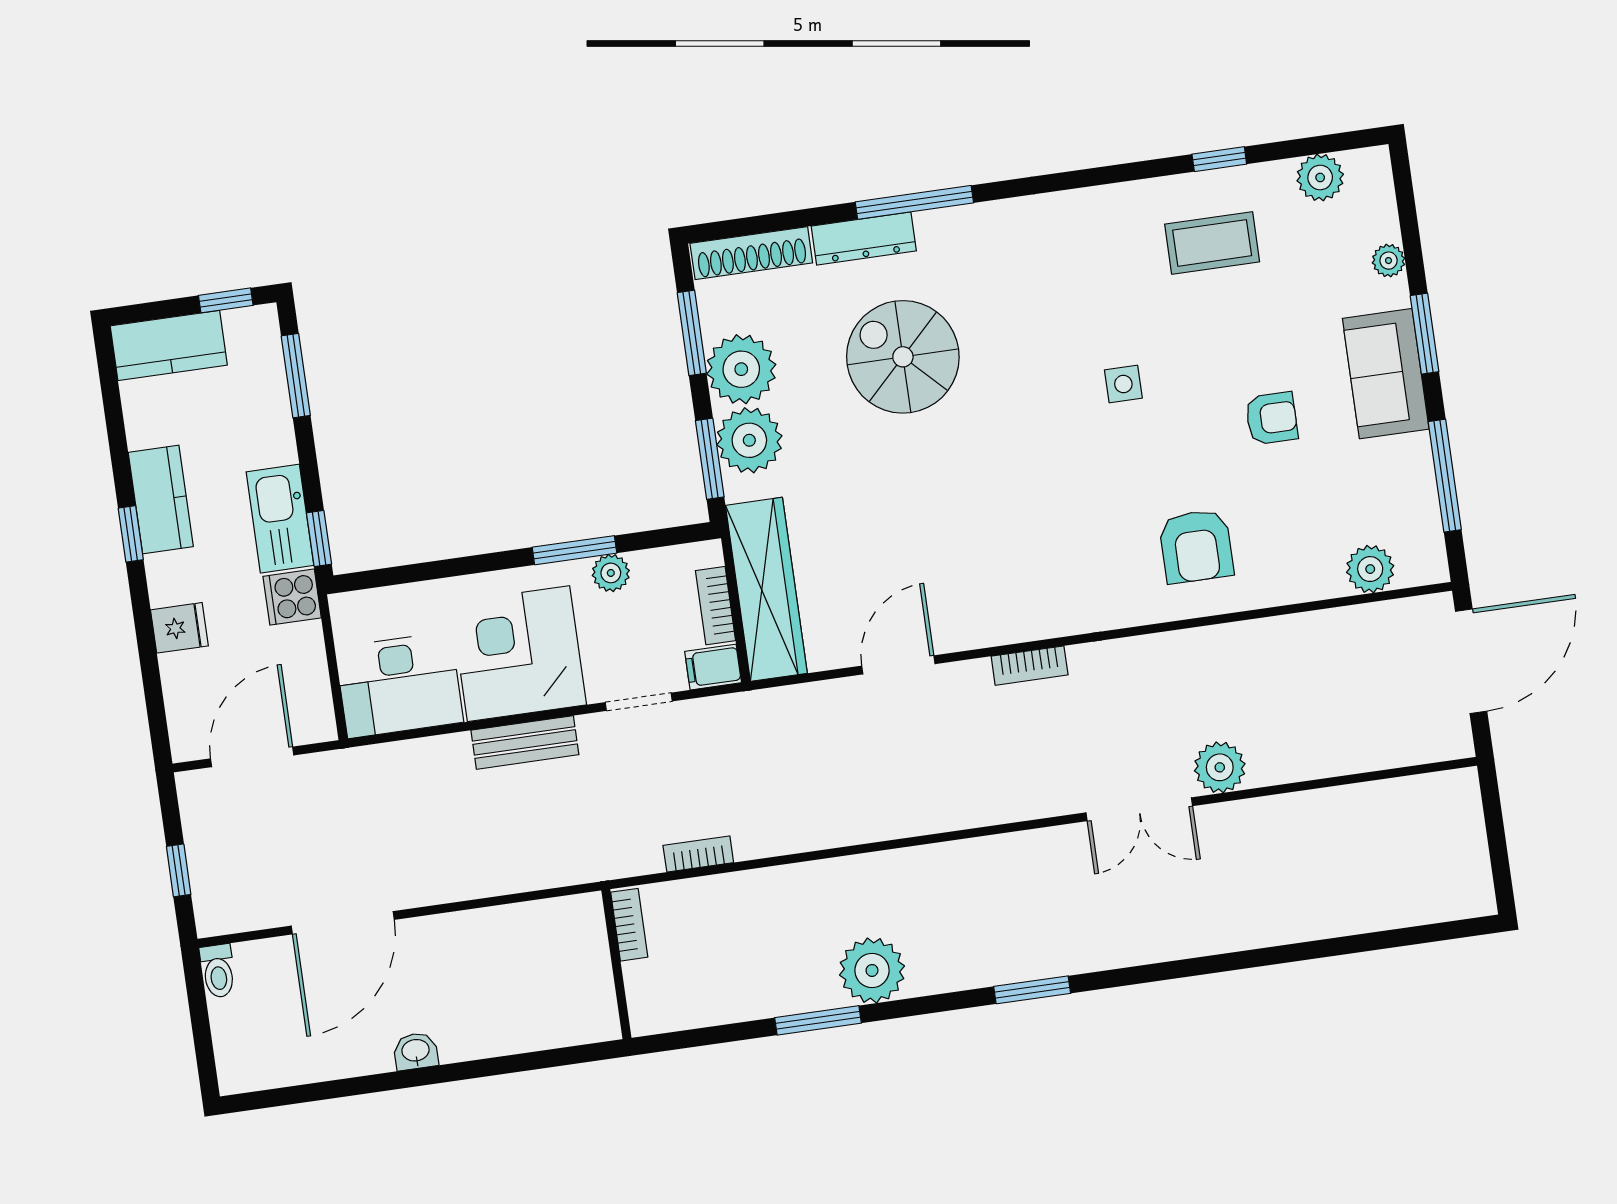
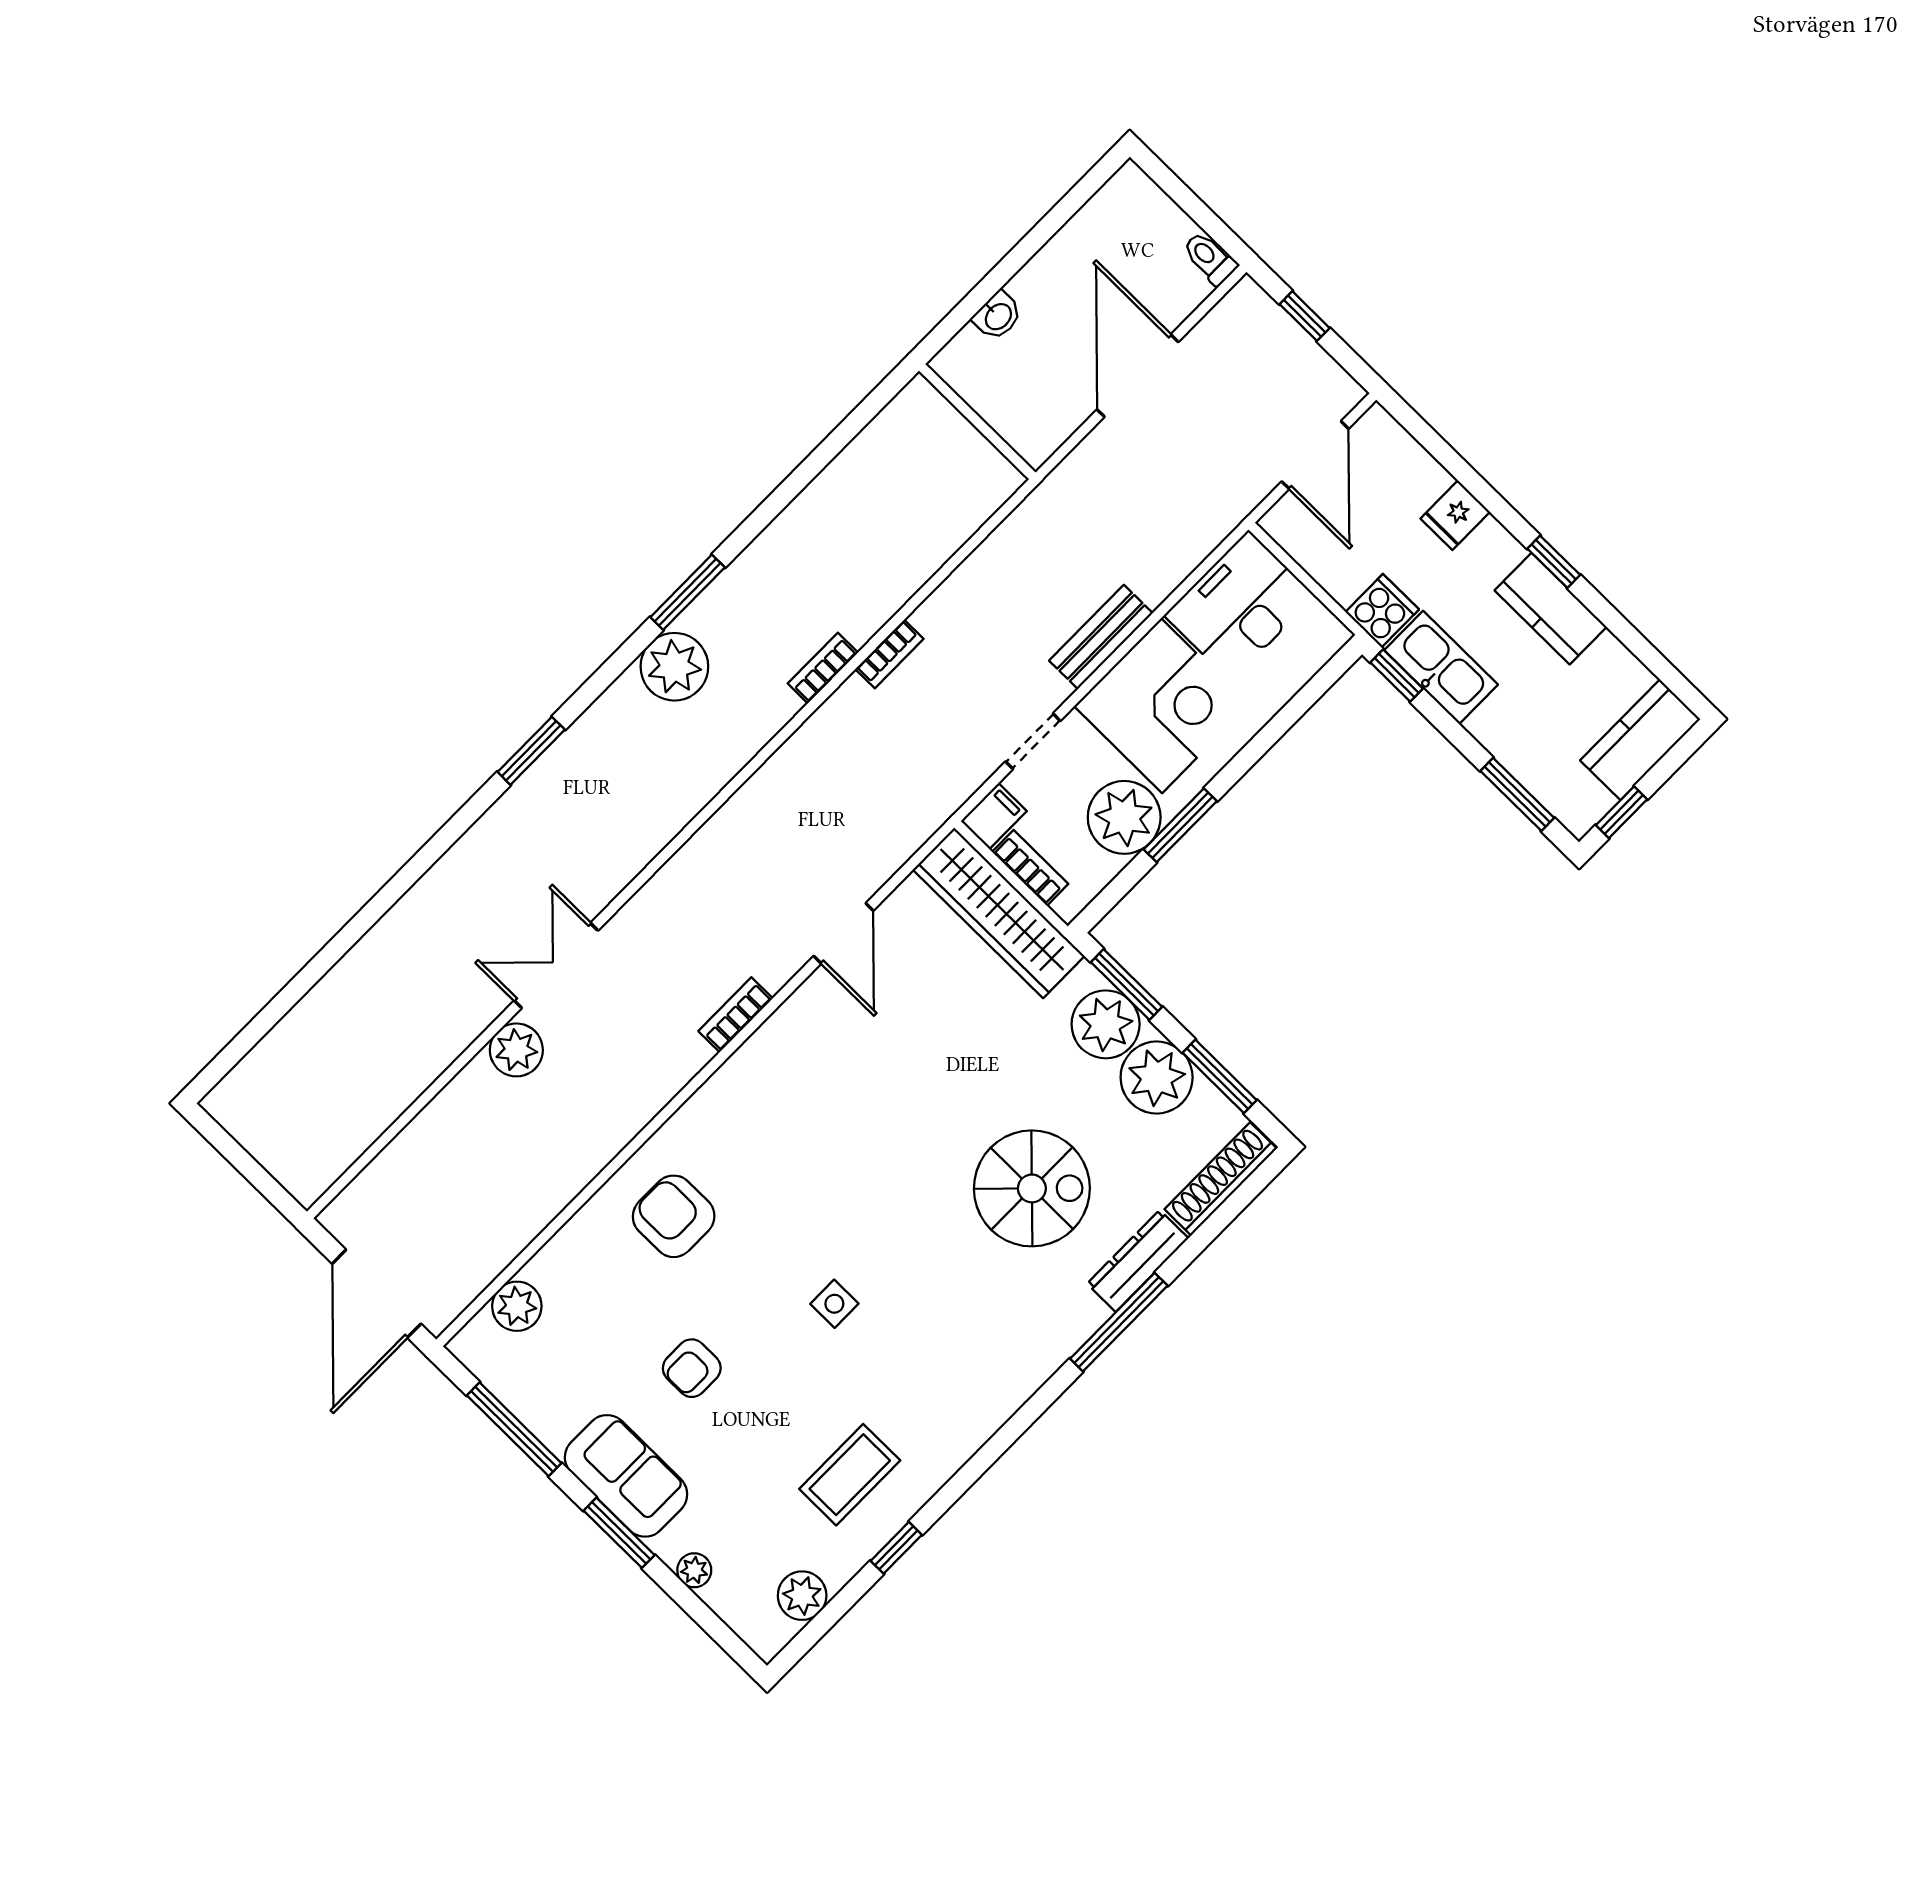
plant: (611, 573) -> (1124, 817), width x1.88, depth x1.88
bookcase: (629, 925) -> (823, 668), moved, turned 90
wall: (616, 964) -> (977, 422), moved

